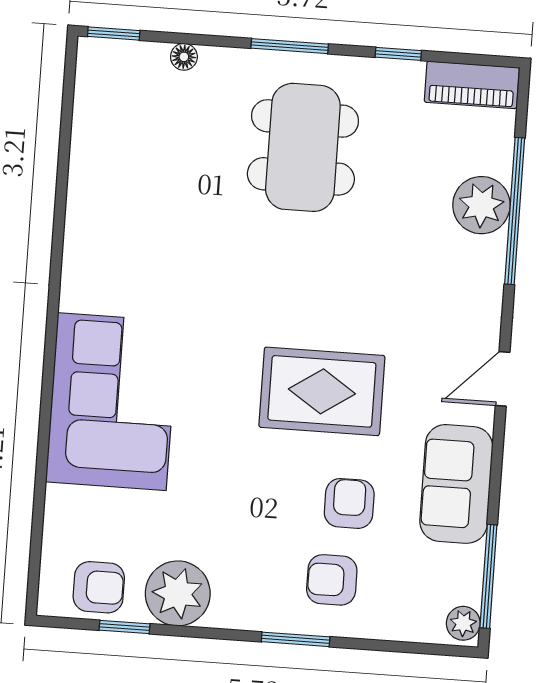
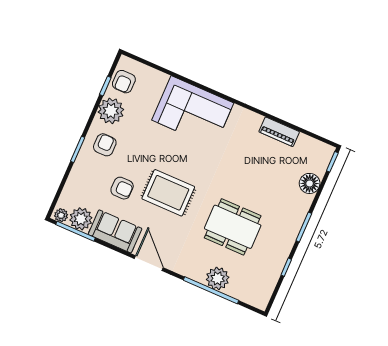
floor lamp: (184, 57) -> (310, 183), width x1.89, depth x1.89
piano: (472, 85) -> (279, 132), moved, turned -90
dining table: (303, 147) -> (233, 227), moved
door: (503, 379) -> (149, 263), width x1.38
rug: (322, 391) -> (168, 193), turned 90
plant: (455, 574) -> (81, 219), added
armchair: (332, 580) -> (105, 145), moved

